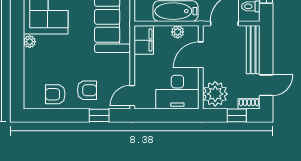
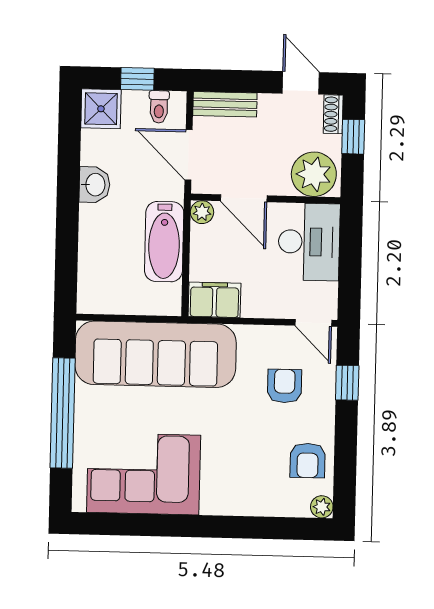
plant: (178, 32) -> (202, 212), moved
plant: (30, 42) -> (322, 507), moved
bench: (253, 50) -> (225, 104), width x0.73
armchair: (87, 90) -> (285, 386), moved

